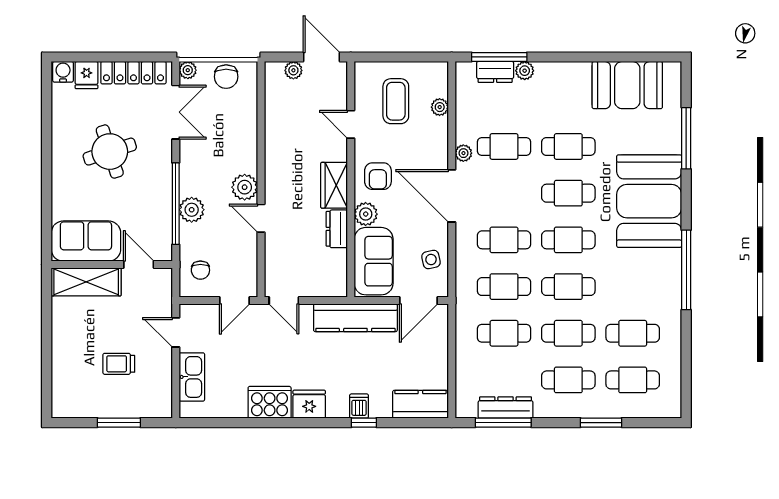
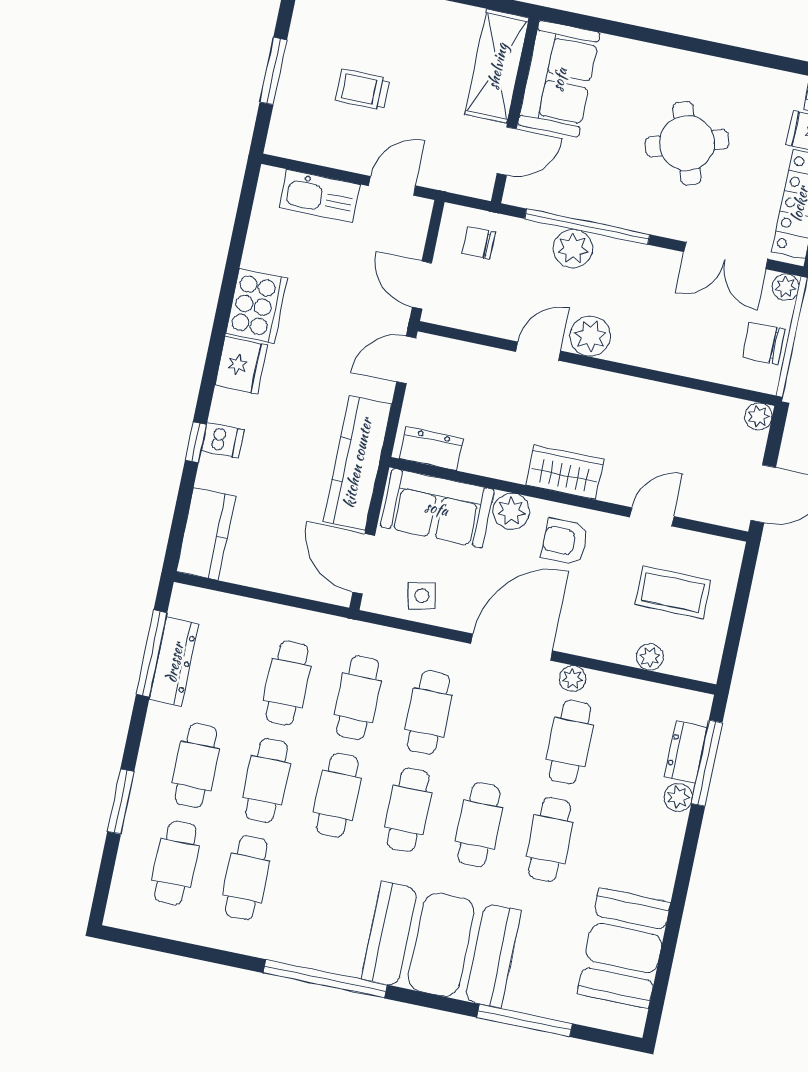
plant: (293, 70) -> (758, 416), moved
dresser: (337, 229) -> (431, 449), moved
trolley: (119, 364) -> (363, 90), turned -90

